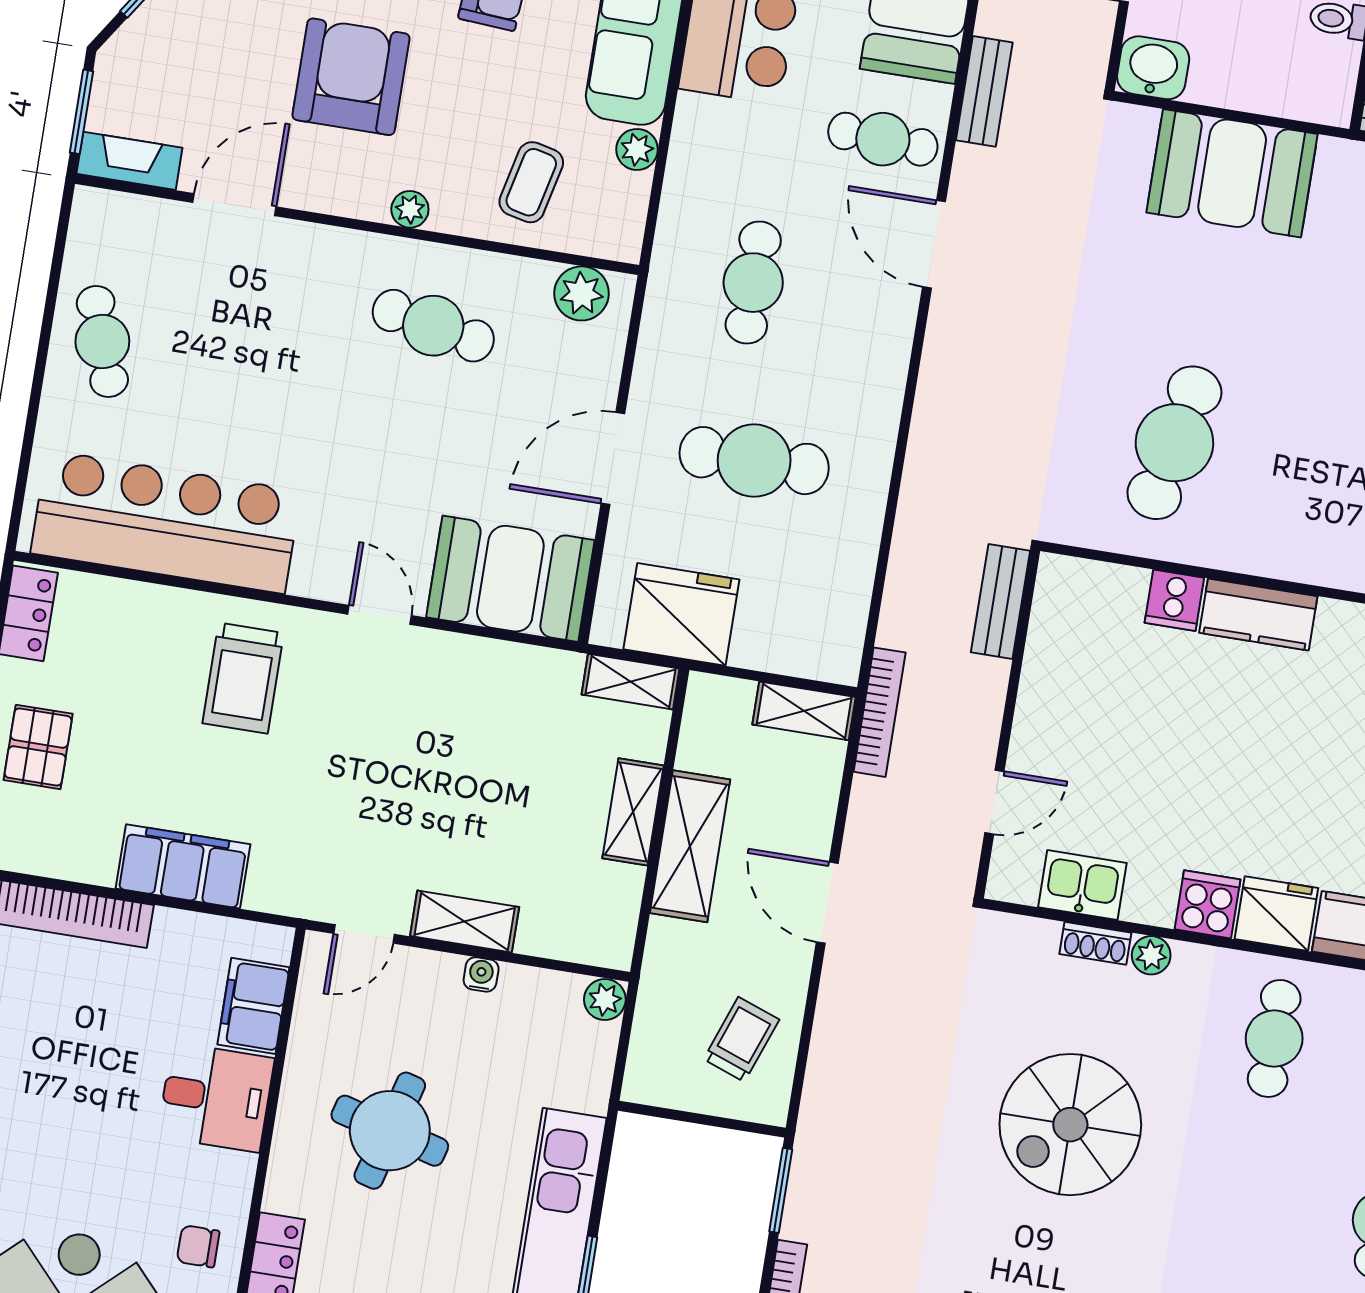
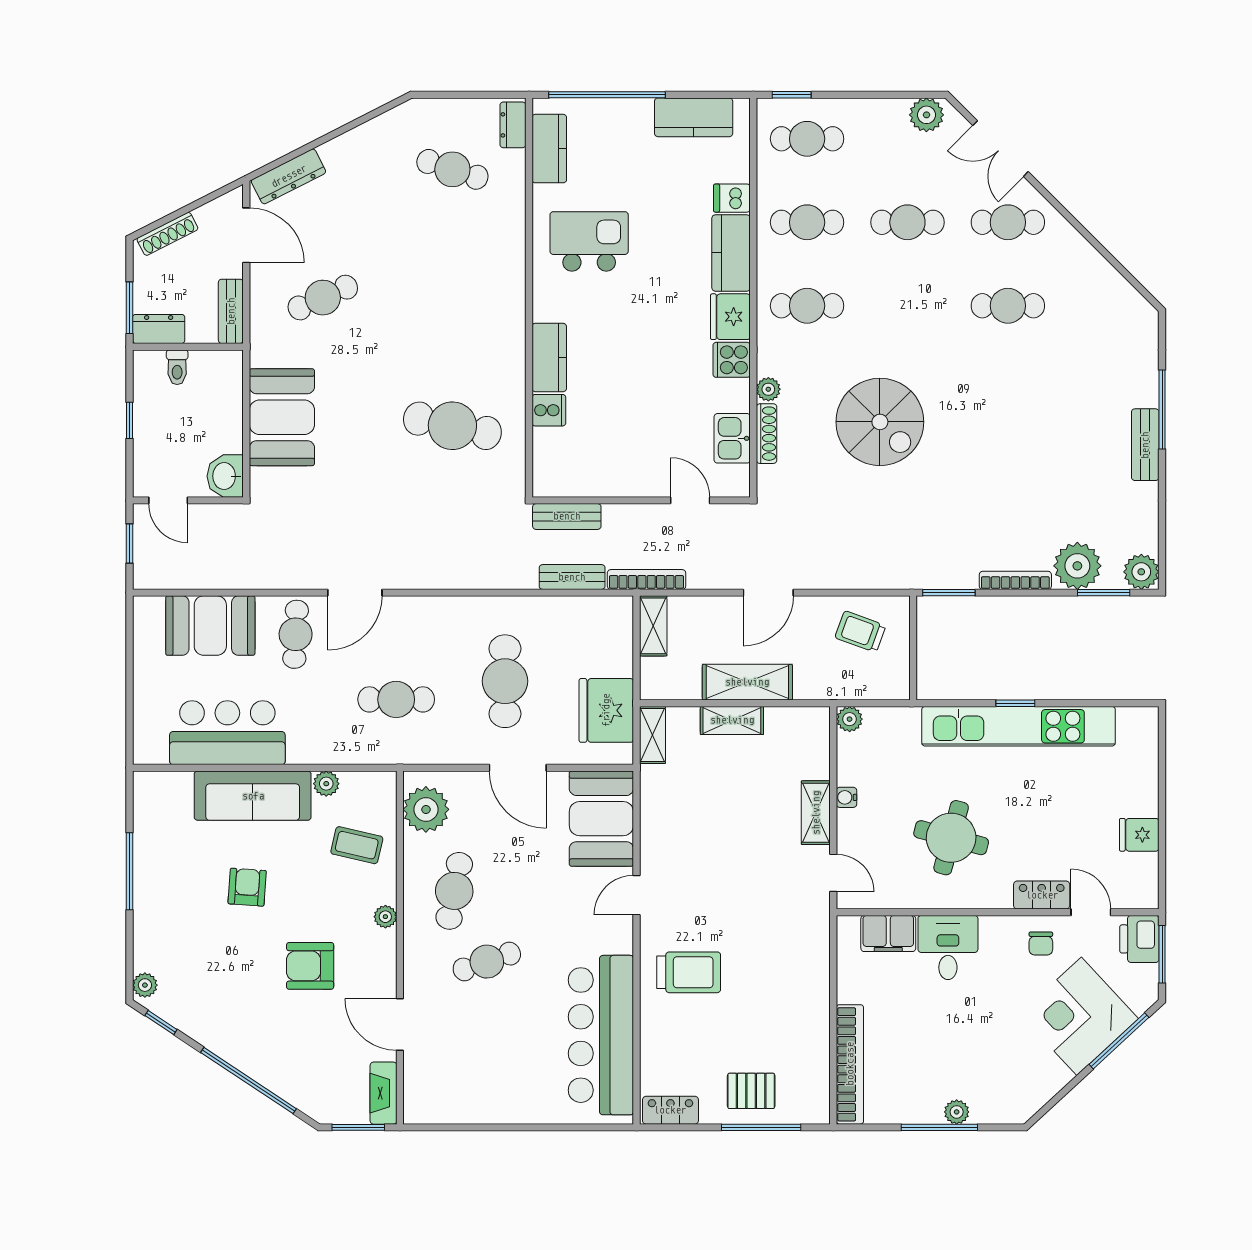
armchair: (351, 77) -> (310, 966), width x0.73, depth x0.73
bench: (984, 91) -> (572, 577), moved
plant: (582, 293) -> (426, 809), width x1.36, depth x1.36
cafe table: (102, 341) -> (487, 962), moved
filing cabinet: (183, 866) -> (810, 990), removed
shoe rack: (1095, 943) -> (767, 434), width x1.43

